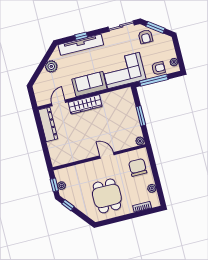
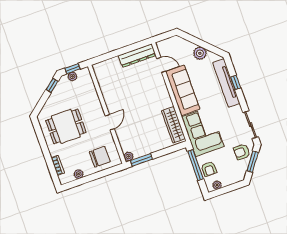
sofa: (89, 84) -> (183, 90), width x1.36
wardrobe: (85, 104) -> (173, 125), moved
window: (141, 116) -> (141, 160), moved

